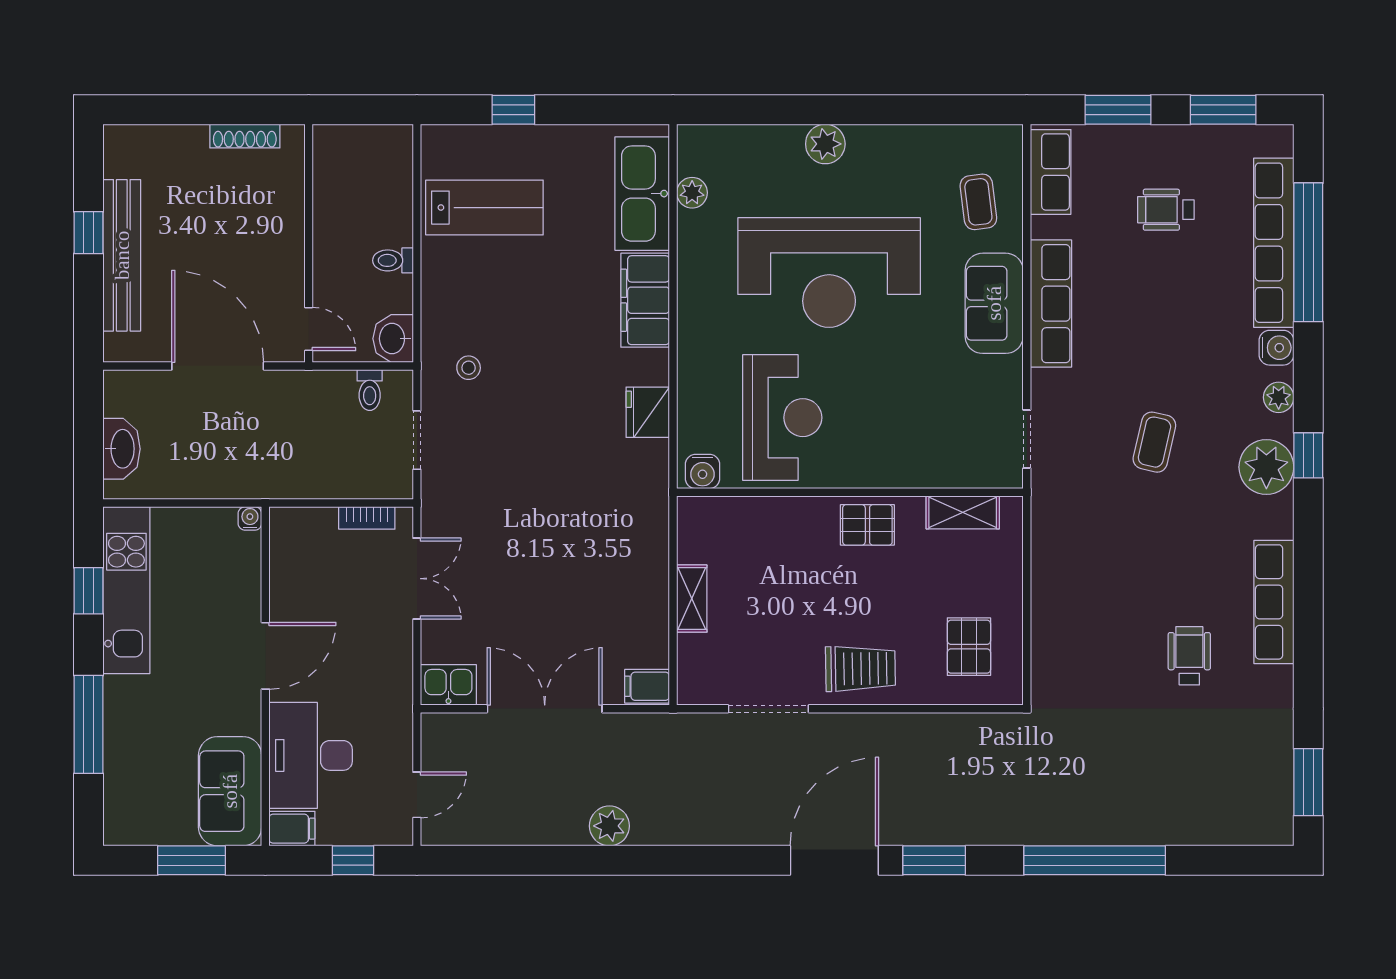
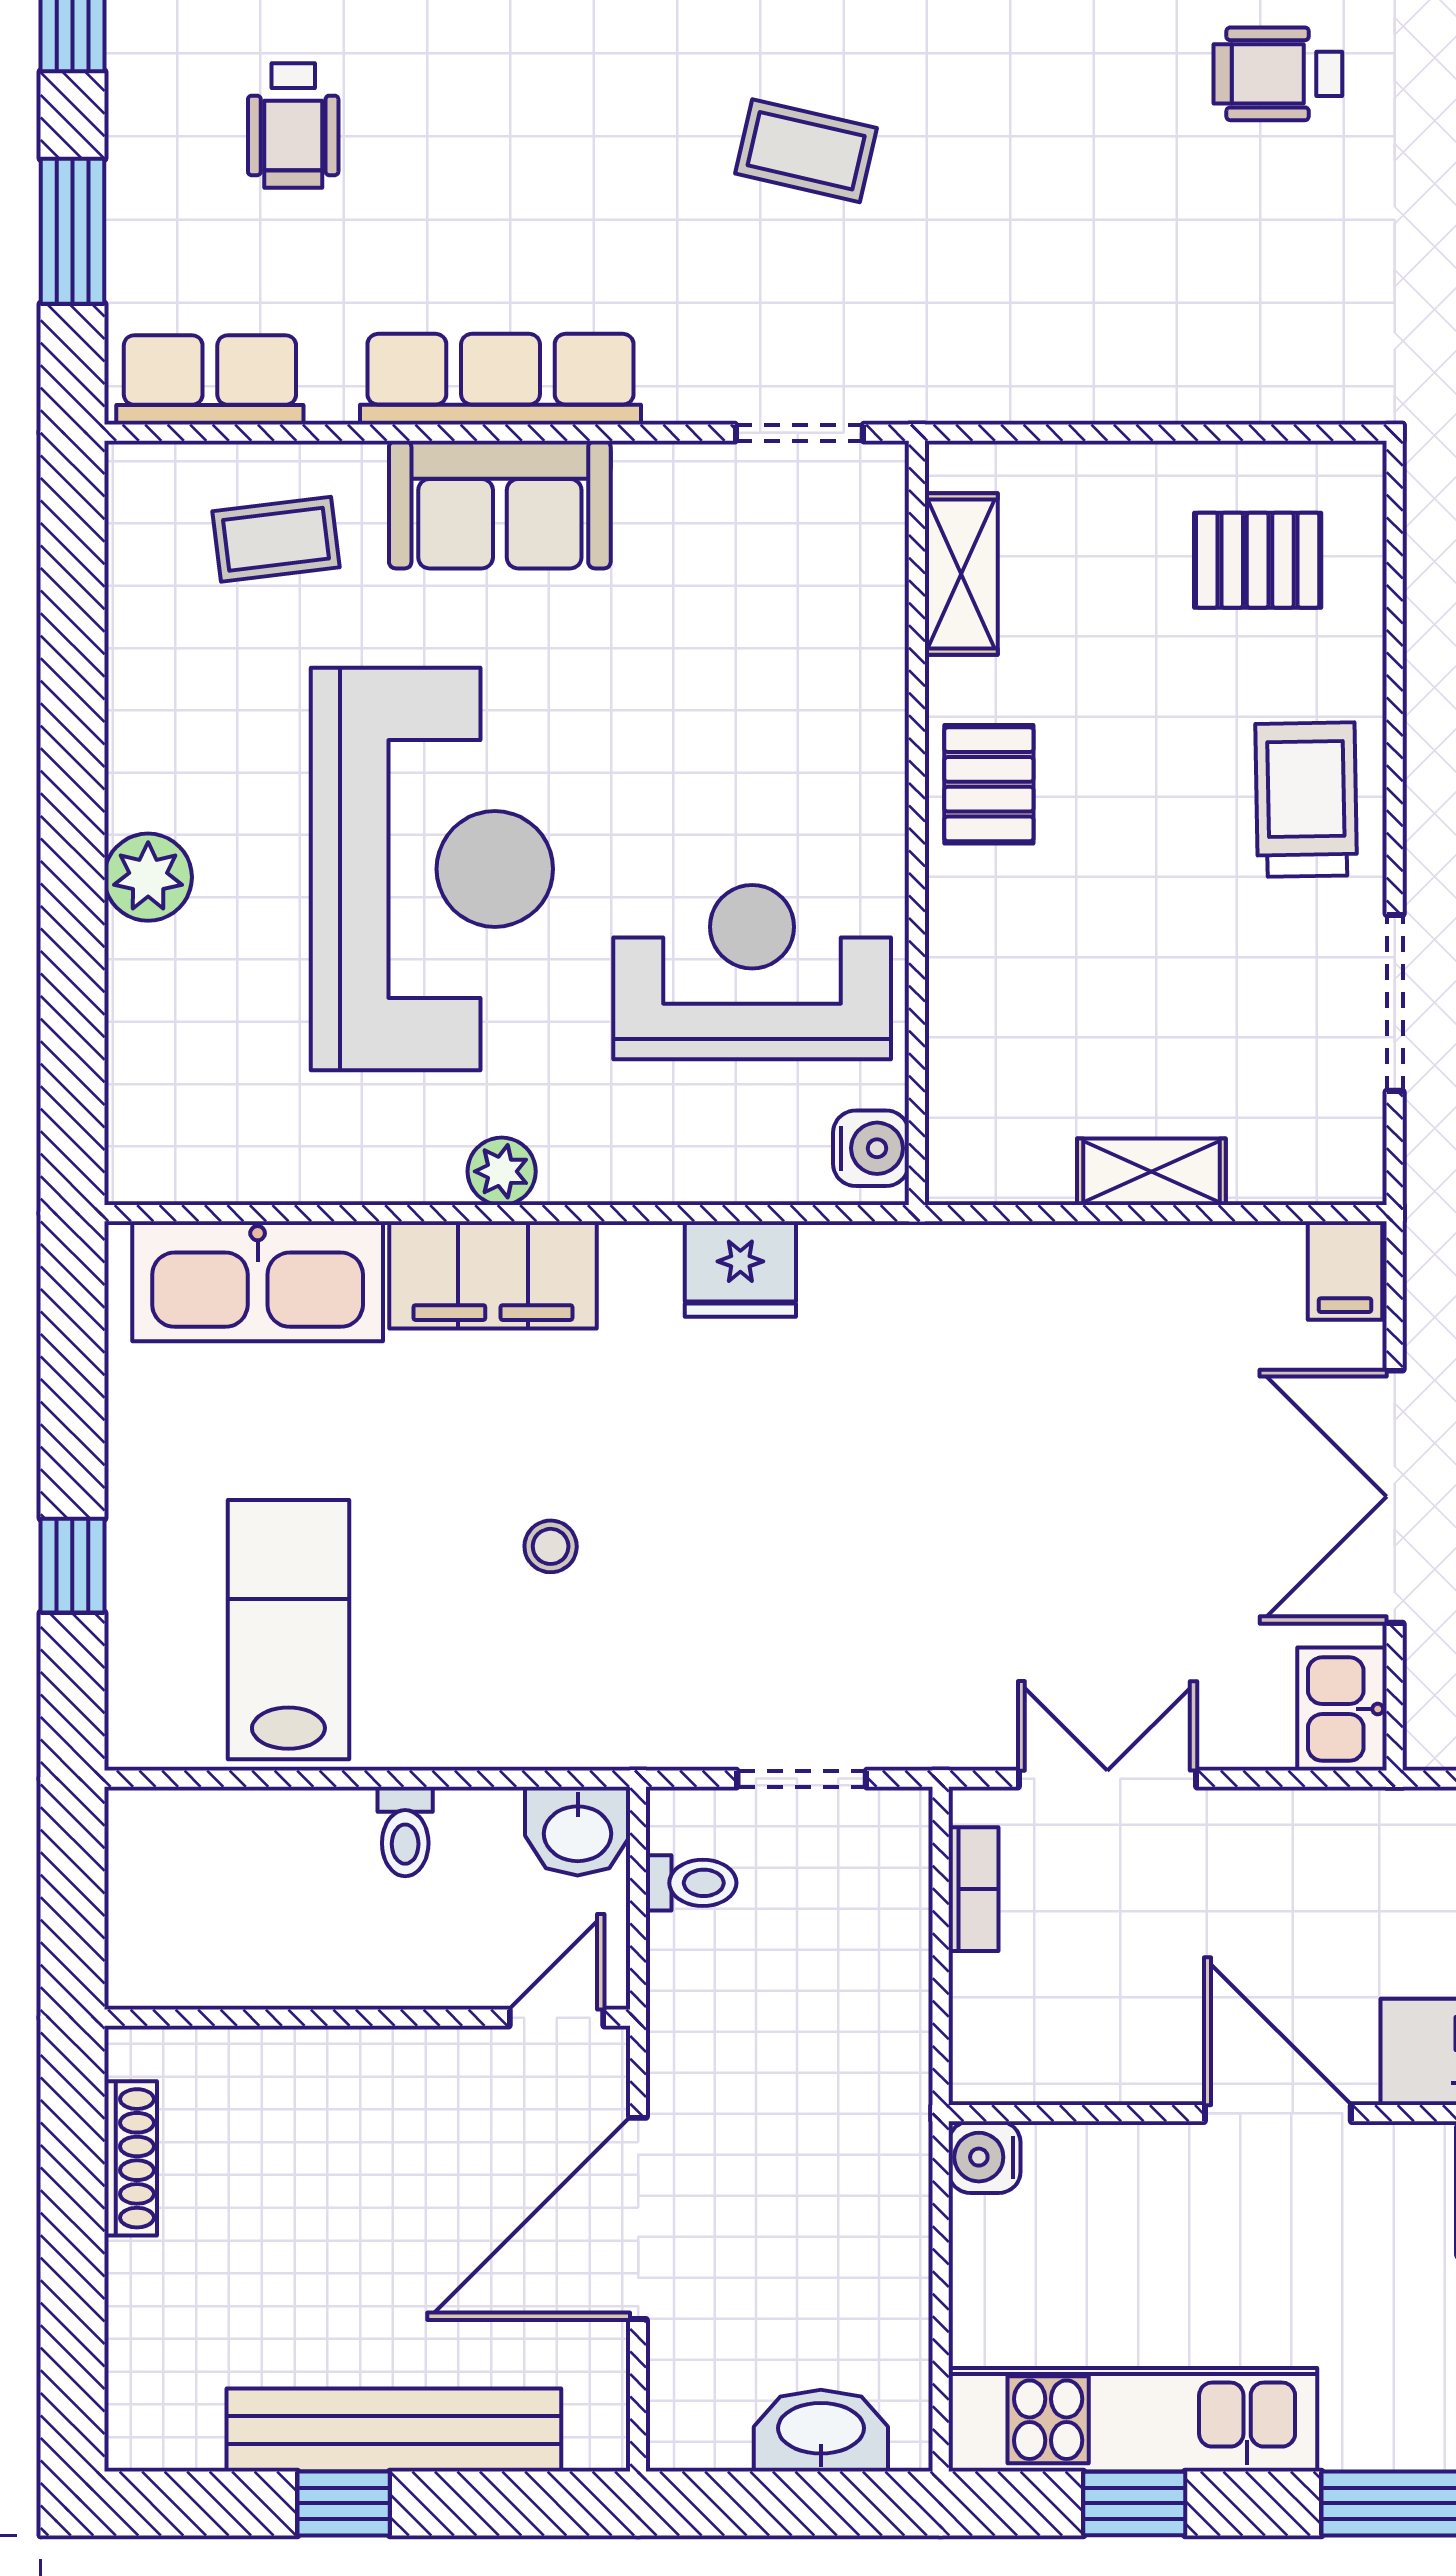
plant: (692, 193) -> (502, 1171), moved
stool: (469, 368) -> (551, 1546), moved
water cooler: (250, 518) -> (985, 2157), width x1.38, depth x1.38

